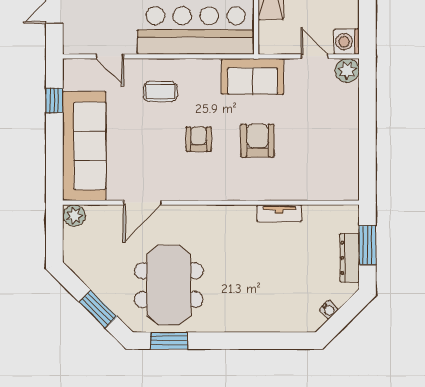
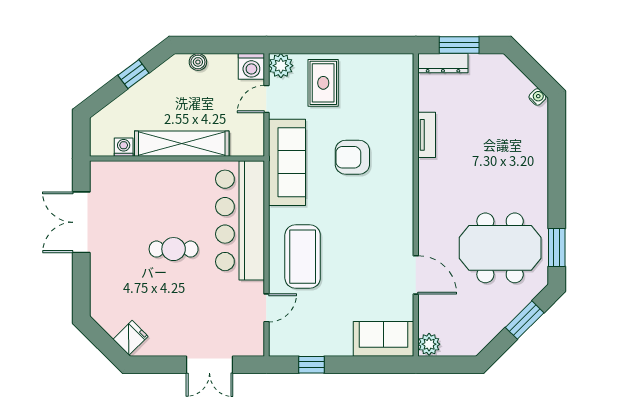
sofa: (253, 76) -> (287, 162), width x1.36
coffee table: (160, 92) -> (303, 257), width x1.86, depth x1.72
rug: (330, 112) -> (323, 83), added
armchair: (199, 139) -> (351, 217), removed
sofa: (84, 146) -> (384, 339), width x0.54, depth x0.79
dresser: (350, 258) -> (443, 63), moved
water cooler: (329, 310) -> (537, 97), moved

